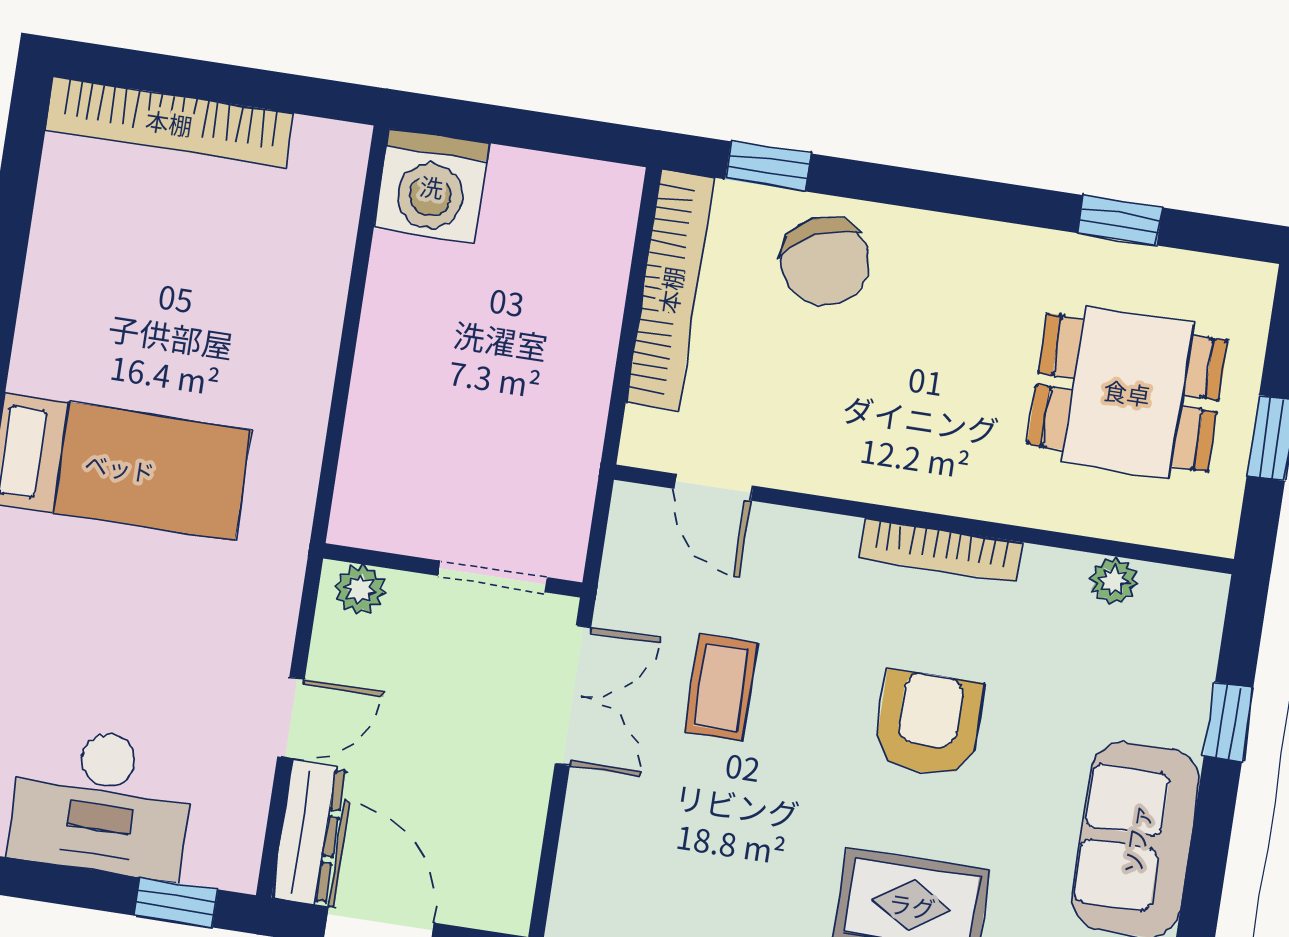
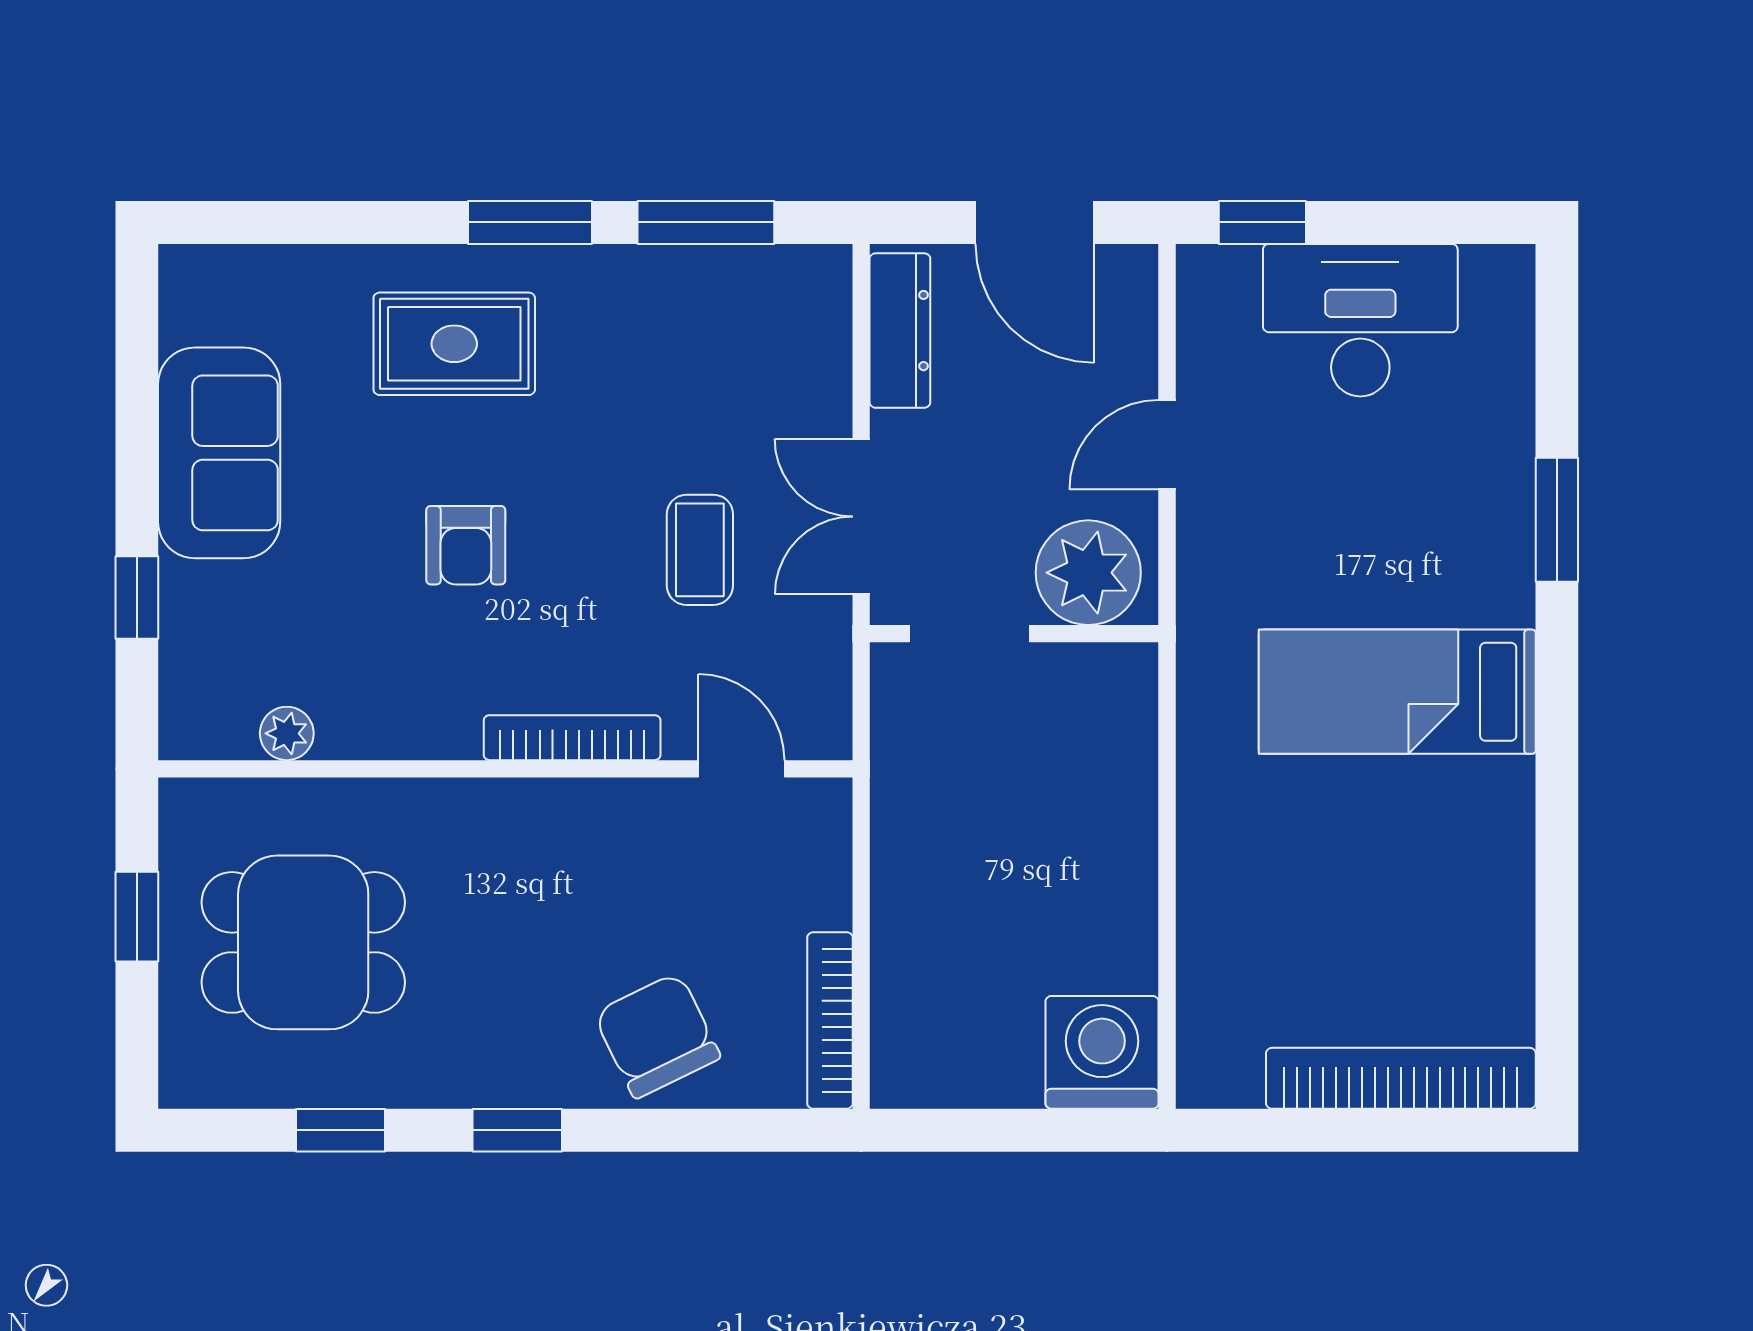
window: (768, 166) -> (517, 1130), moved
bookcase: (670, 290) -> (830, 1020), width x0.68, depth x0.76
bookcase: (940, 550) -> (572, 738), moved
plant: (360, 589) -> (1088, 573), width x1.88, depth x1.88
armchair: (929, 724) -> (466, 545), width x0.72, depth x0.72
dresser: (309, 833) -> (900, 331), moved, turned 180

